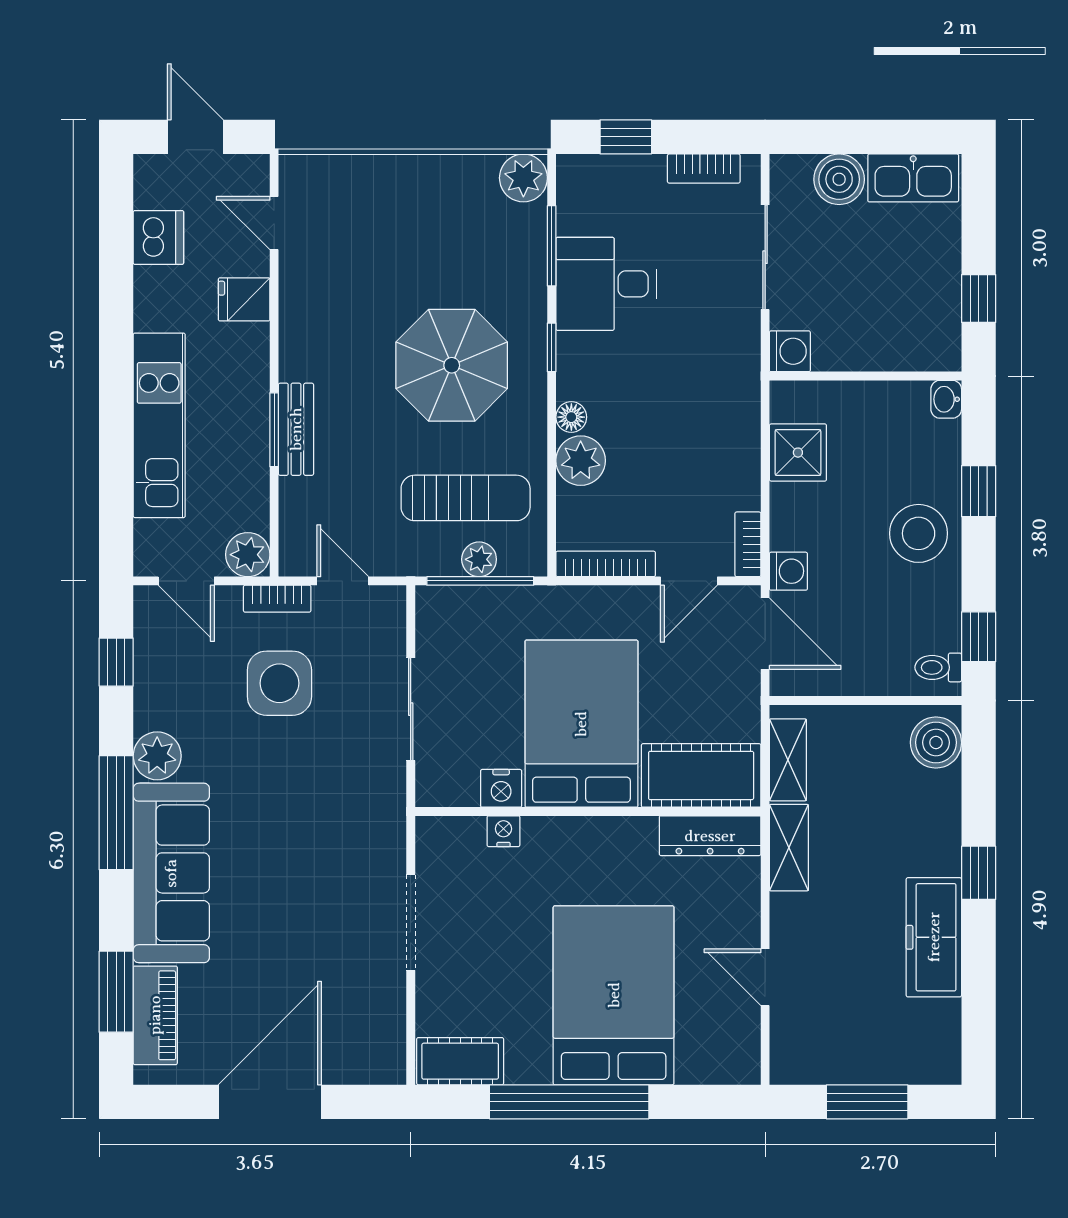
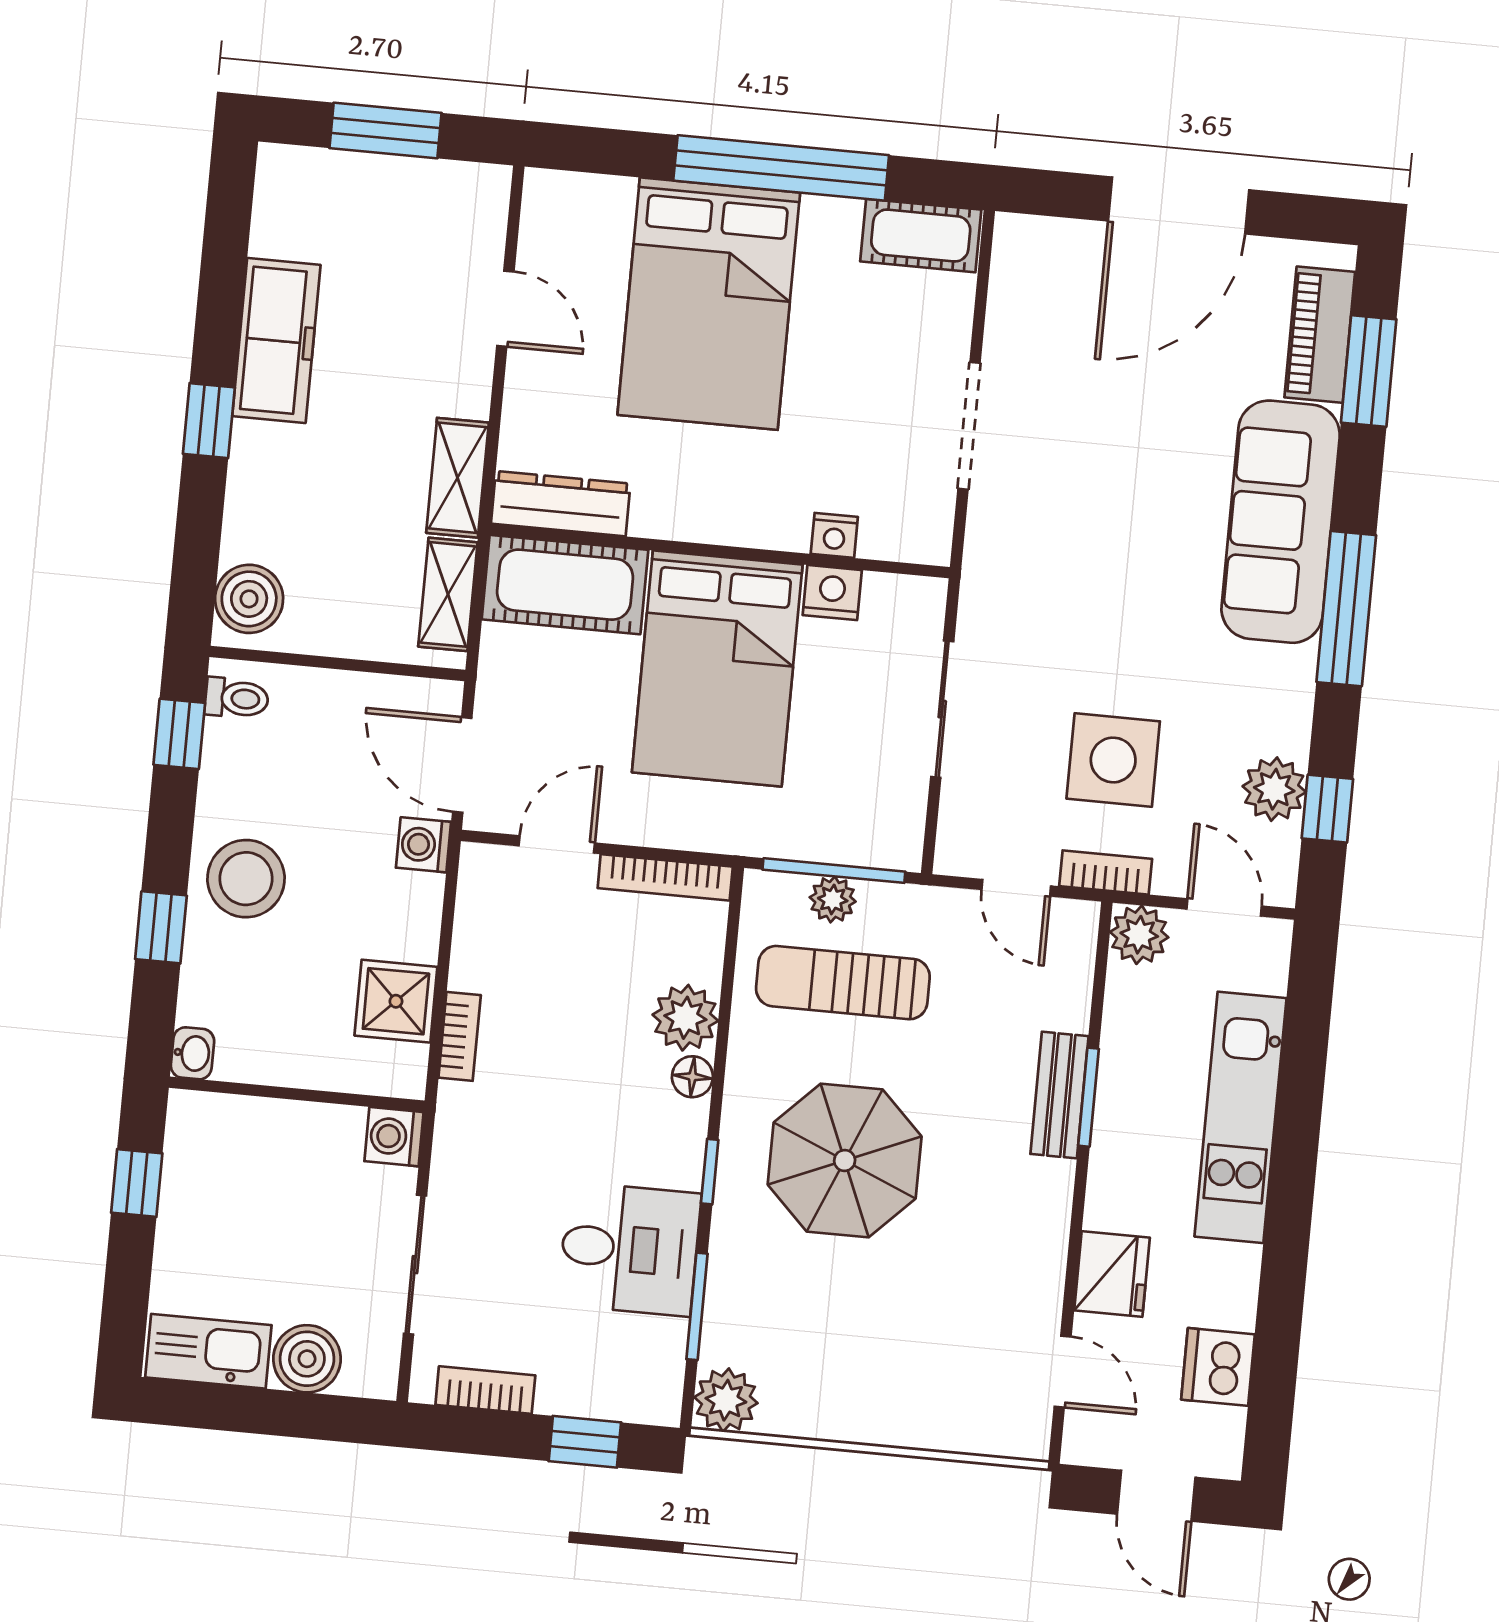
fridge: (244, 299) -> (1112, 1274), width x1.38
bookcase: (748, 544) -> (460, 1036), moved
plant: (157, 756) -> (1274, 789), moved

